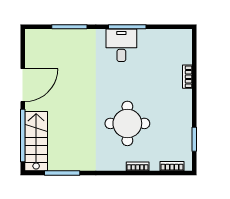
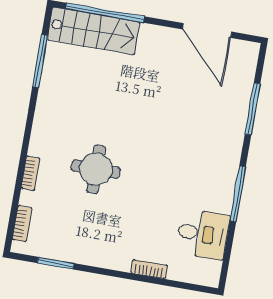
desk: (121, 45) -> (203, 234), moved
door: (23, 85) -> (207, 31), moved
round table: (127, 123) -> (96, 169), width x0.73, depth x0.73

